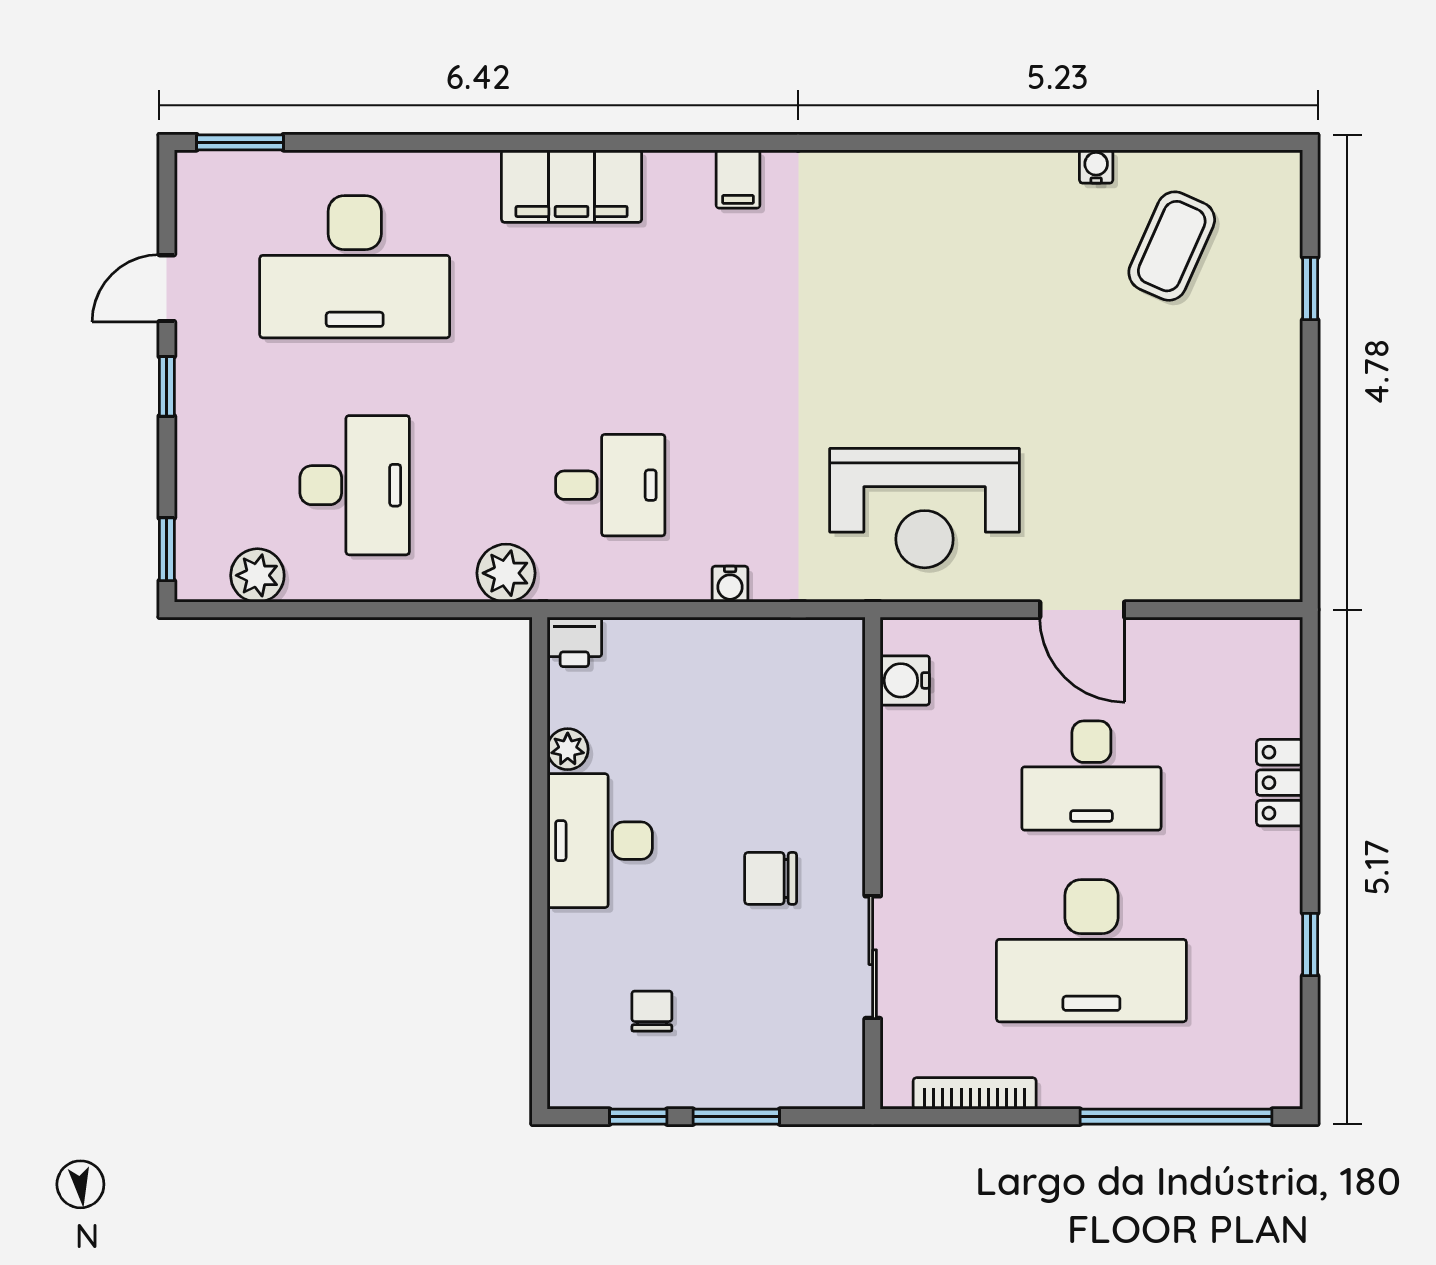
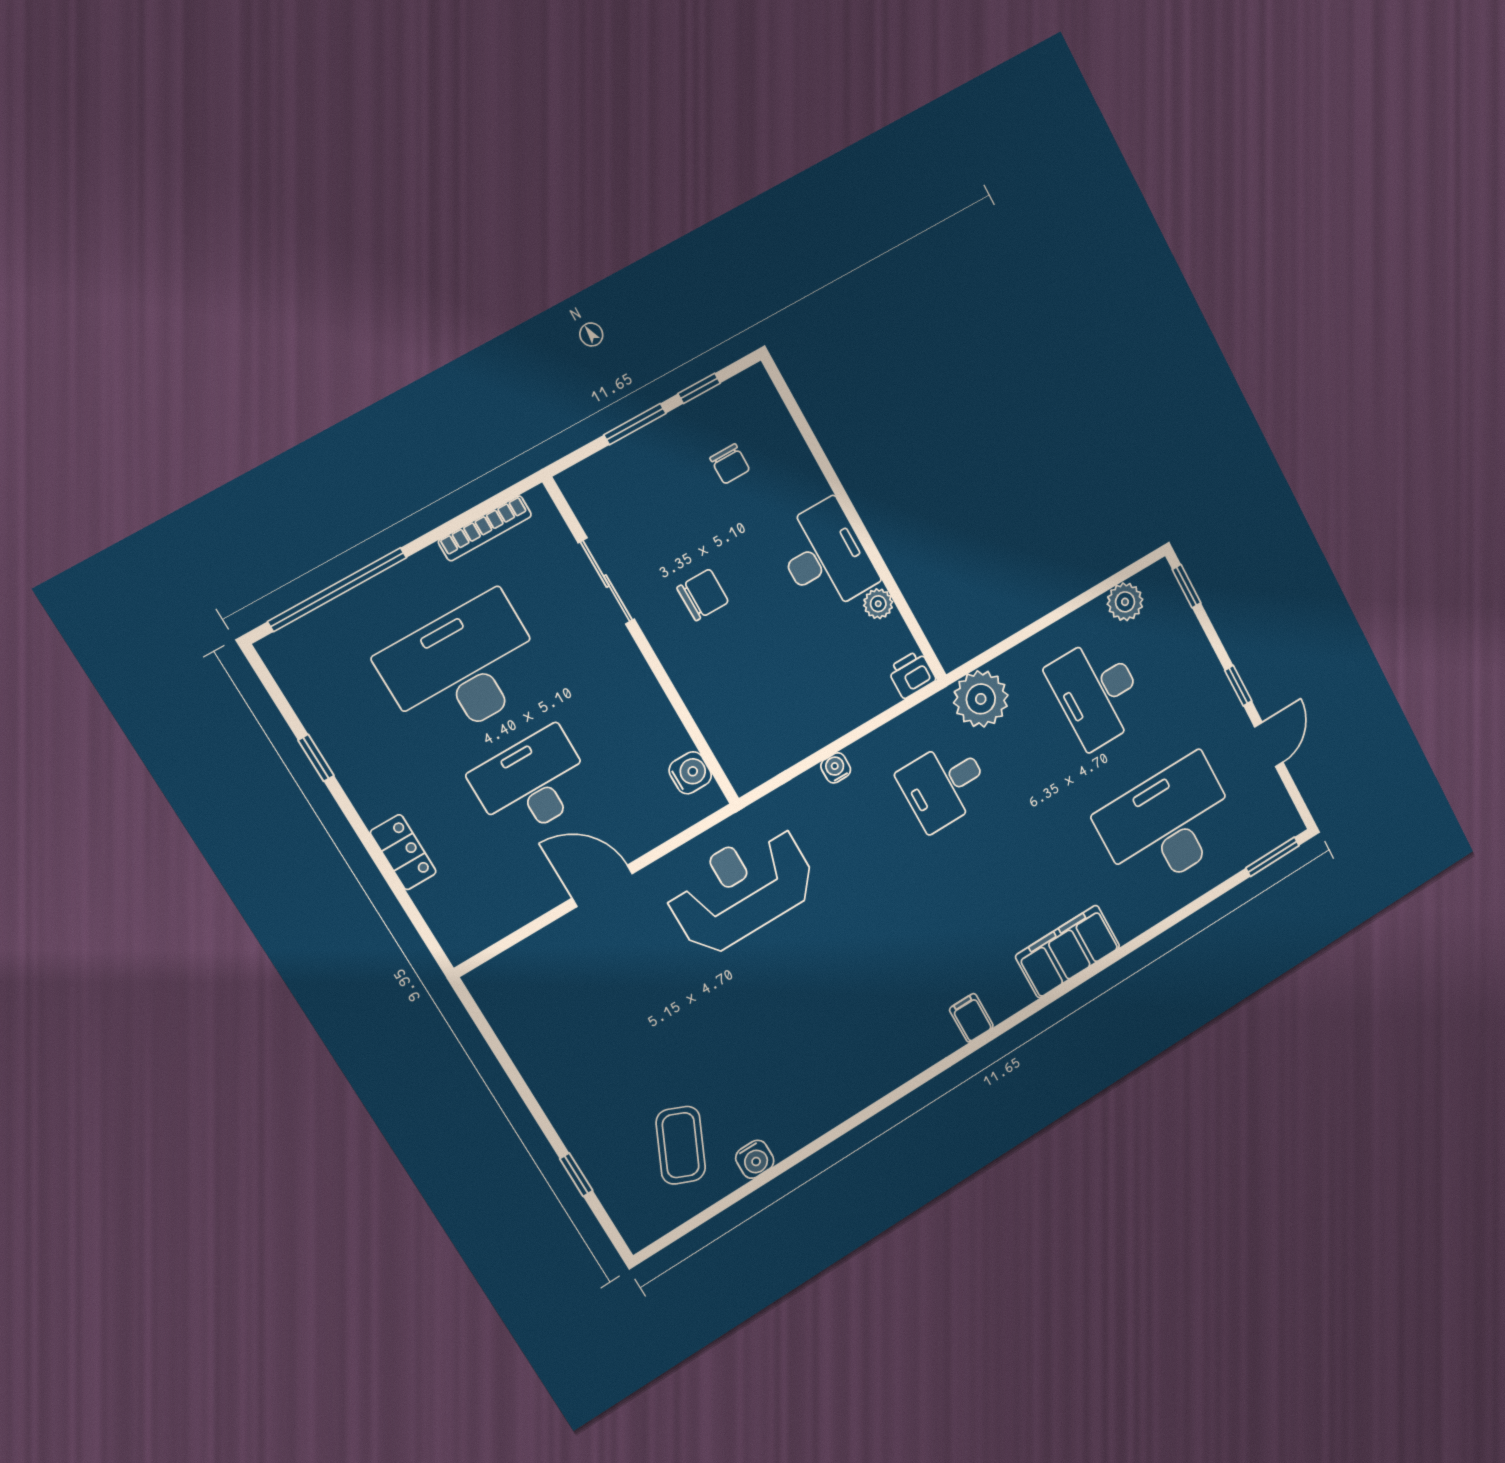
water cooler: (1096, 166) -> (755, 1159), width x1.38, depth x1.38
plant: (506, 573) -> (981, 699), width x1.36, depth x1.36

